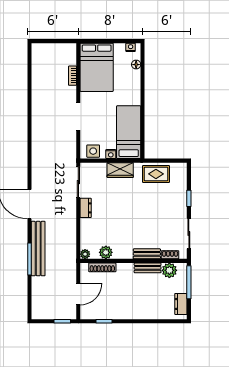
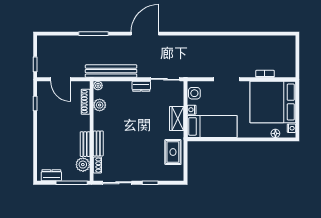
bed: (97, 67) -> (273, 102), width x1.36
bench: (38, 249) -> (111, 71), moved

